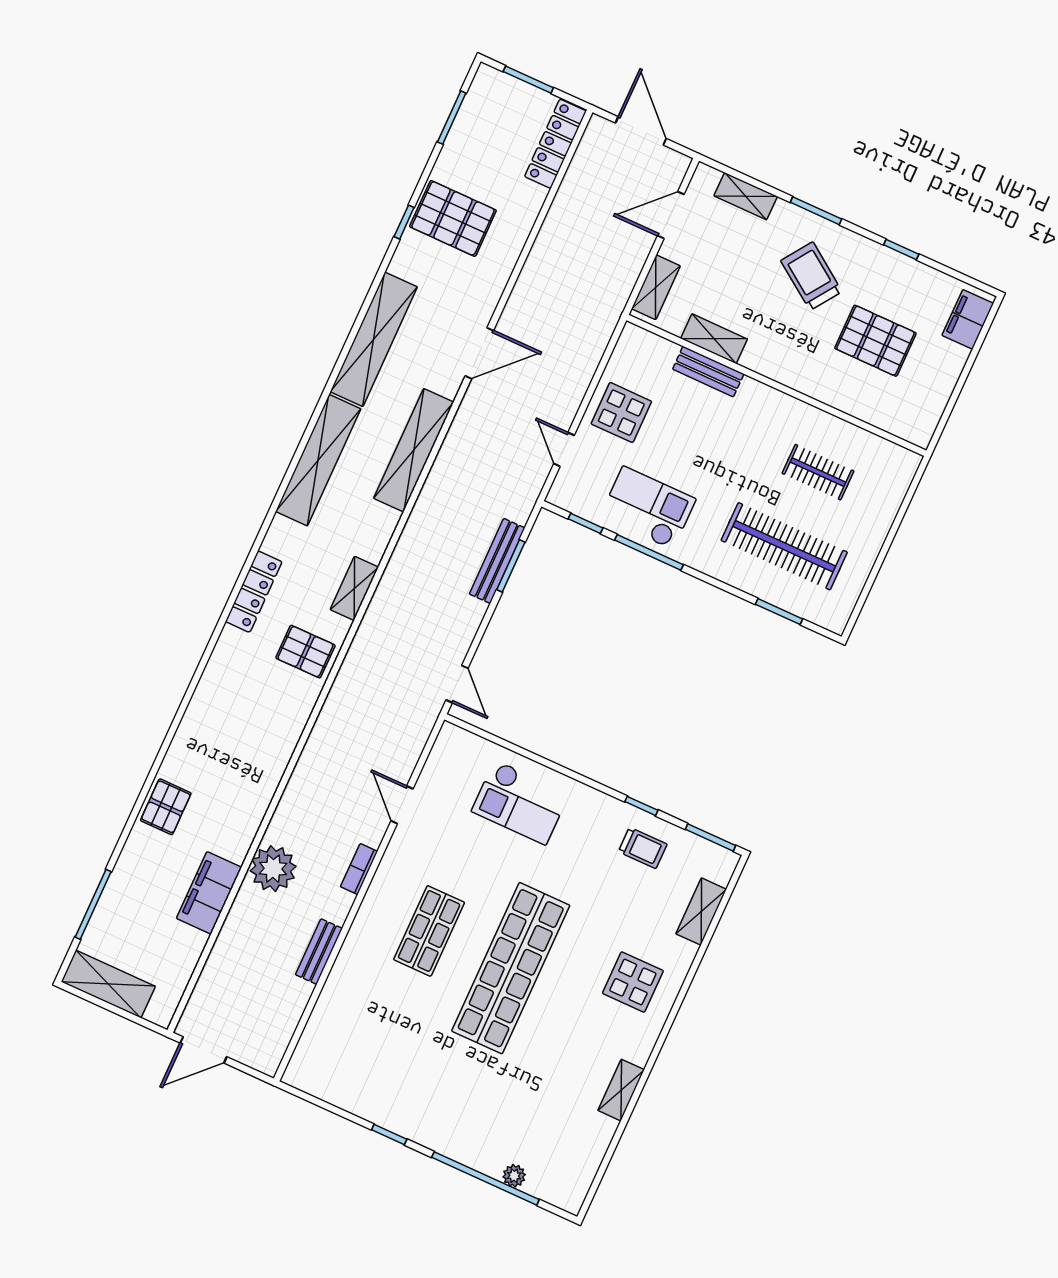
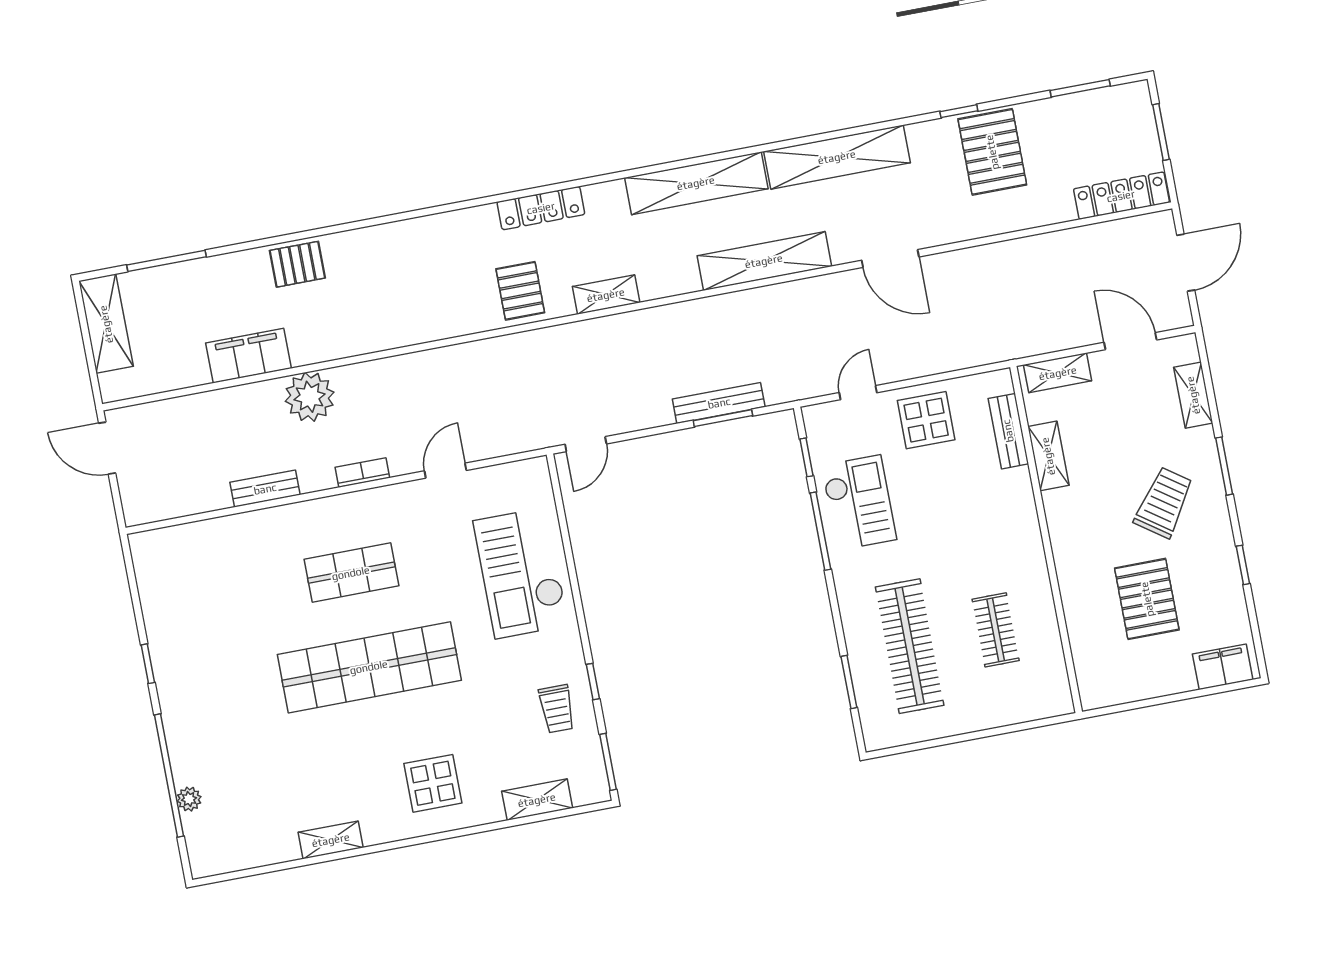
bench: (708, 372) -> (1008, 431), moved
checkout: (520, 802) -> (521, 573), width x1.36, depth x1.21

